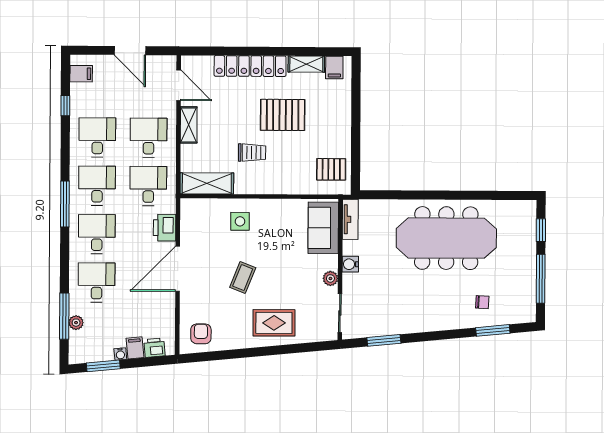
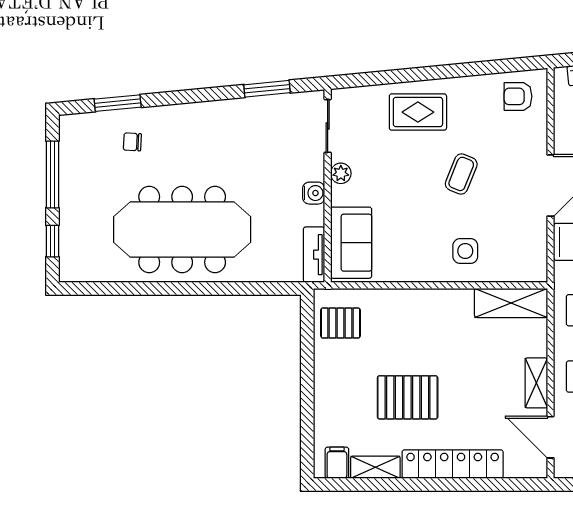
trolley: (252, 153) -> (449, 345), removed
armchair: (201, 334) -> (518, 96), turned 90

